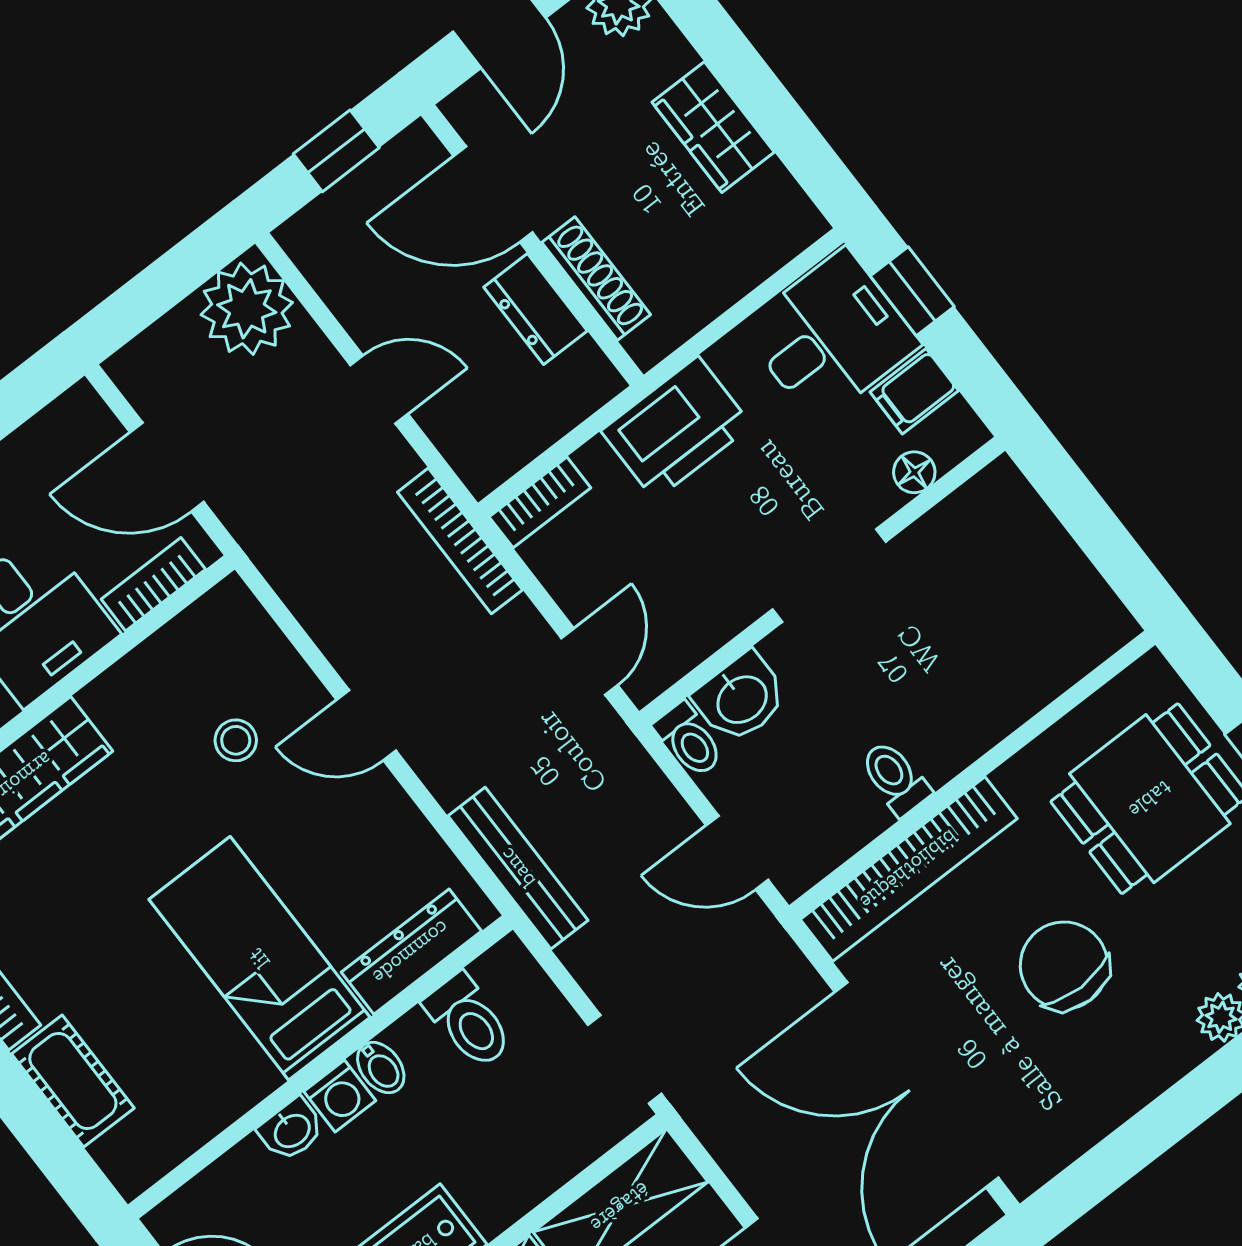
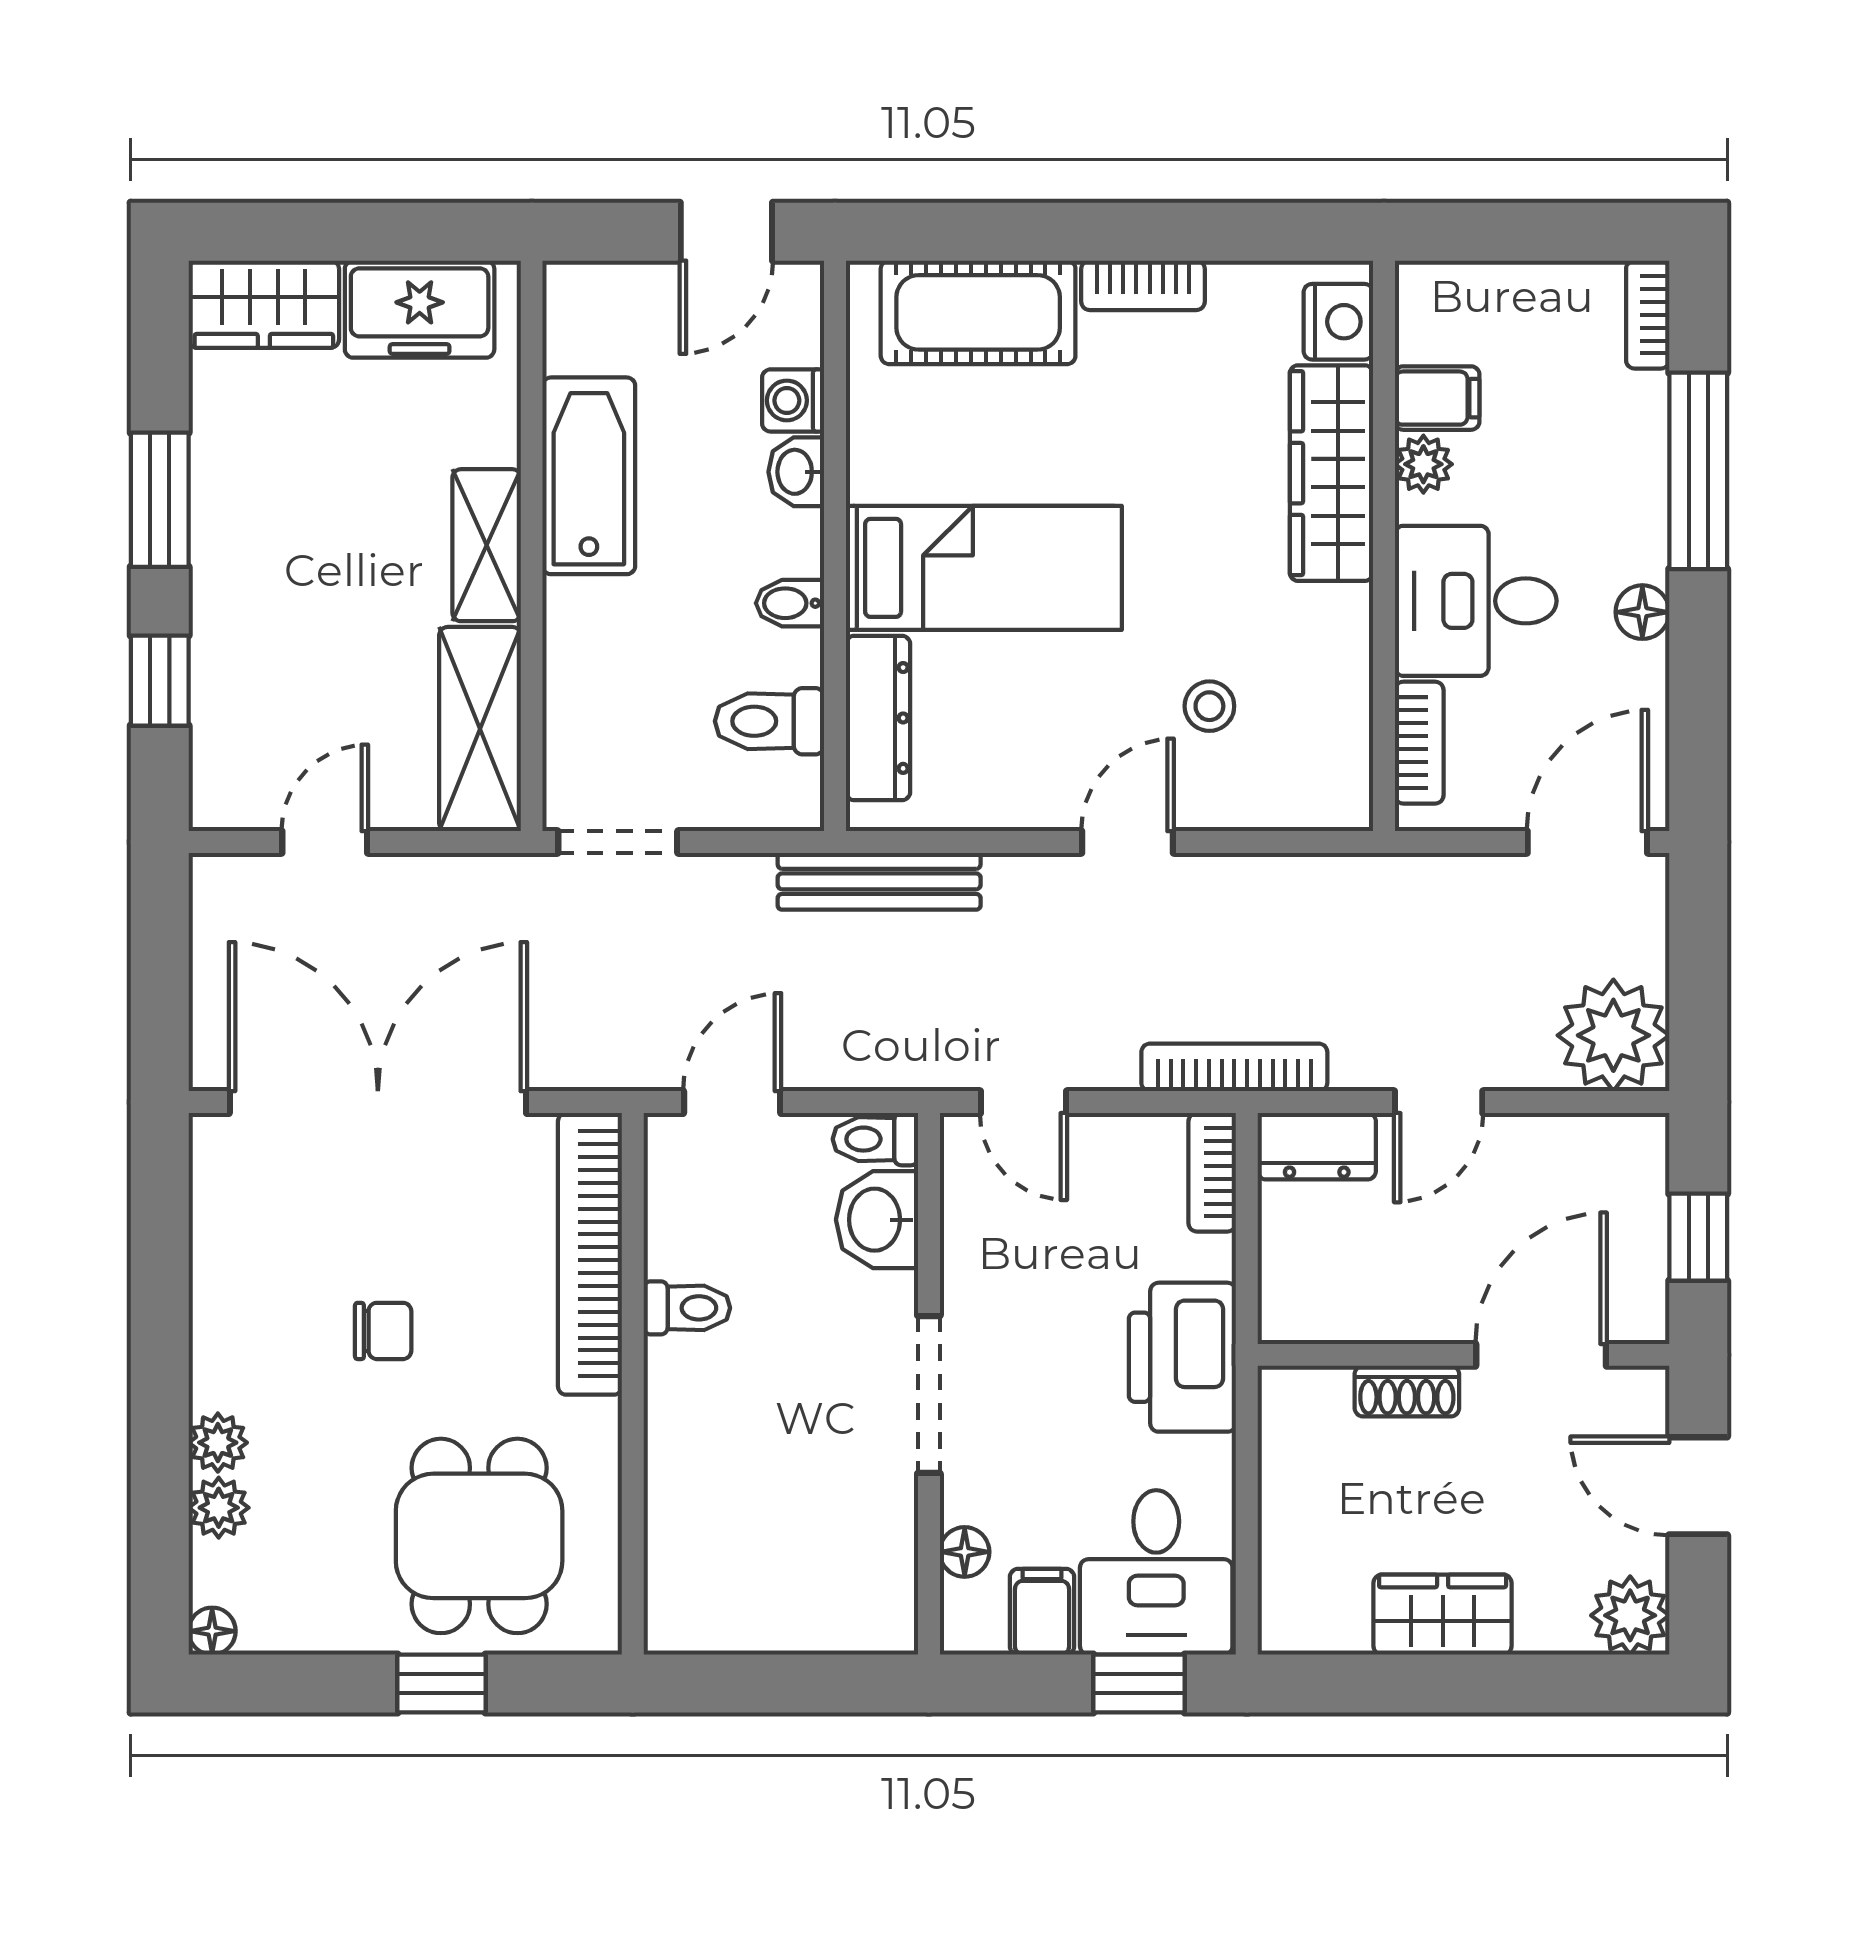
shoe rack: (596, 278) -> (1407, 1391), width x0.70
dresser: (535, 309) -> (1317, 1146), moved, turned 180
door: (167, 467) -> (1587, 842), moved
chair: (1064, 965) -> (383, 1331), width x0.54, depth x0.54
cot: (73, 1081) -> (978, 312), width x1.37, depth x1.34
washing machine: (340, 1096) -> (793, 400), moved

